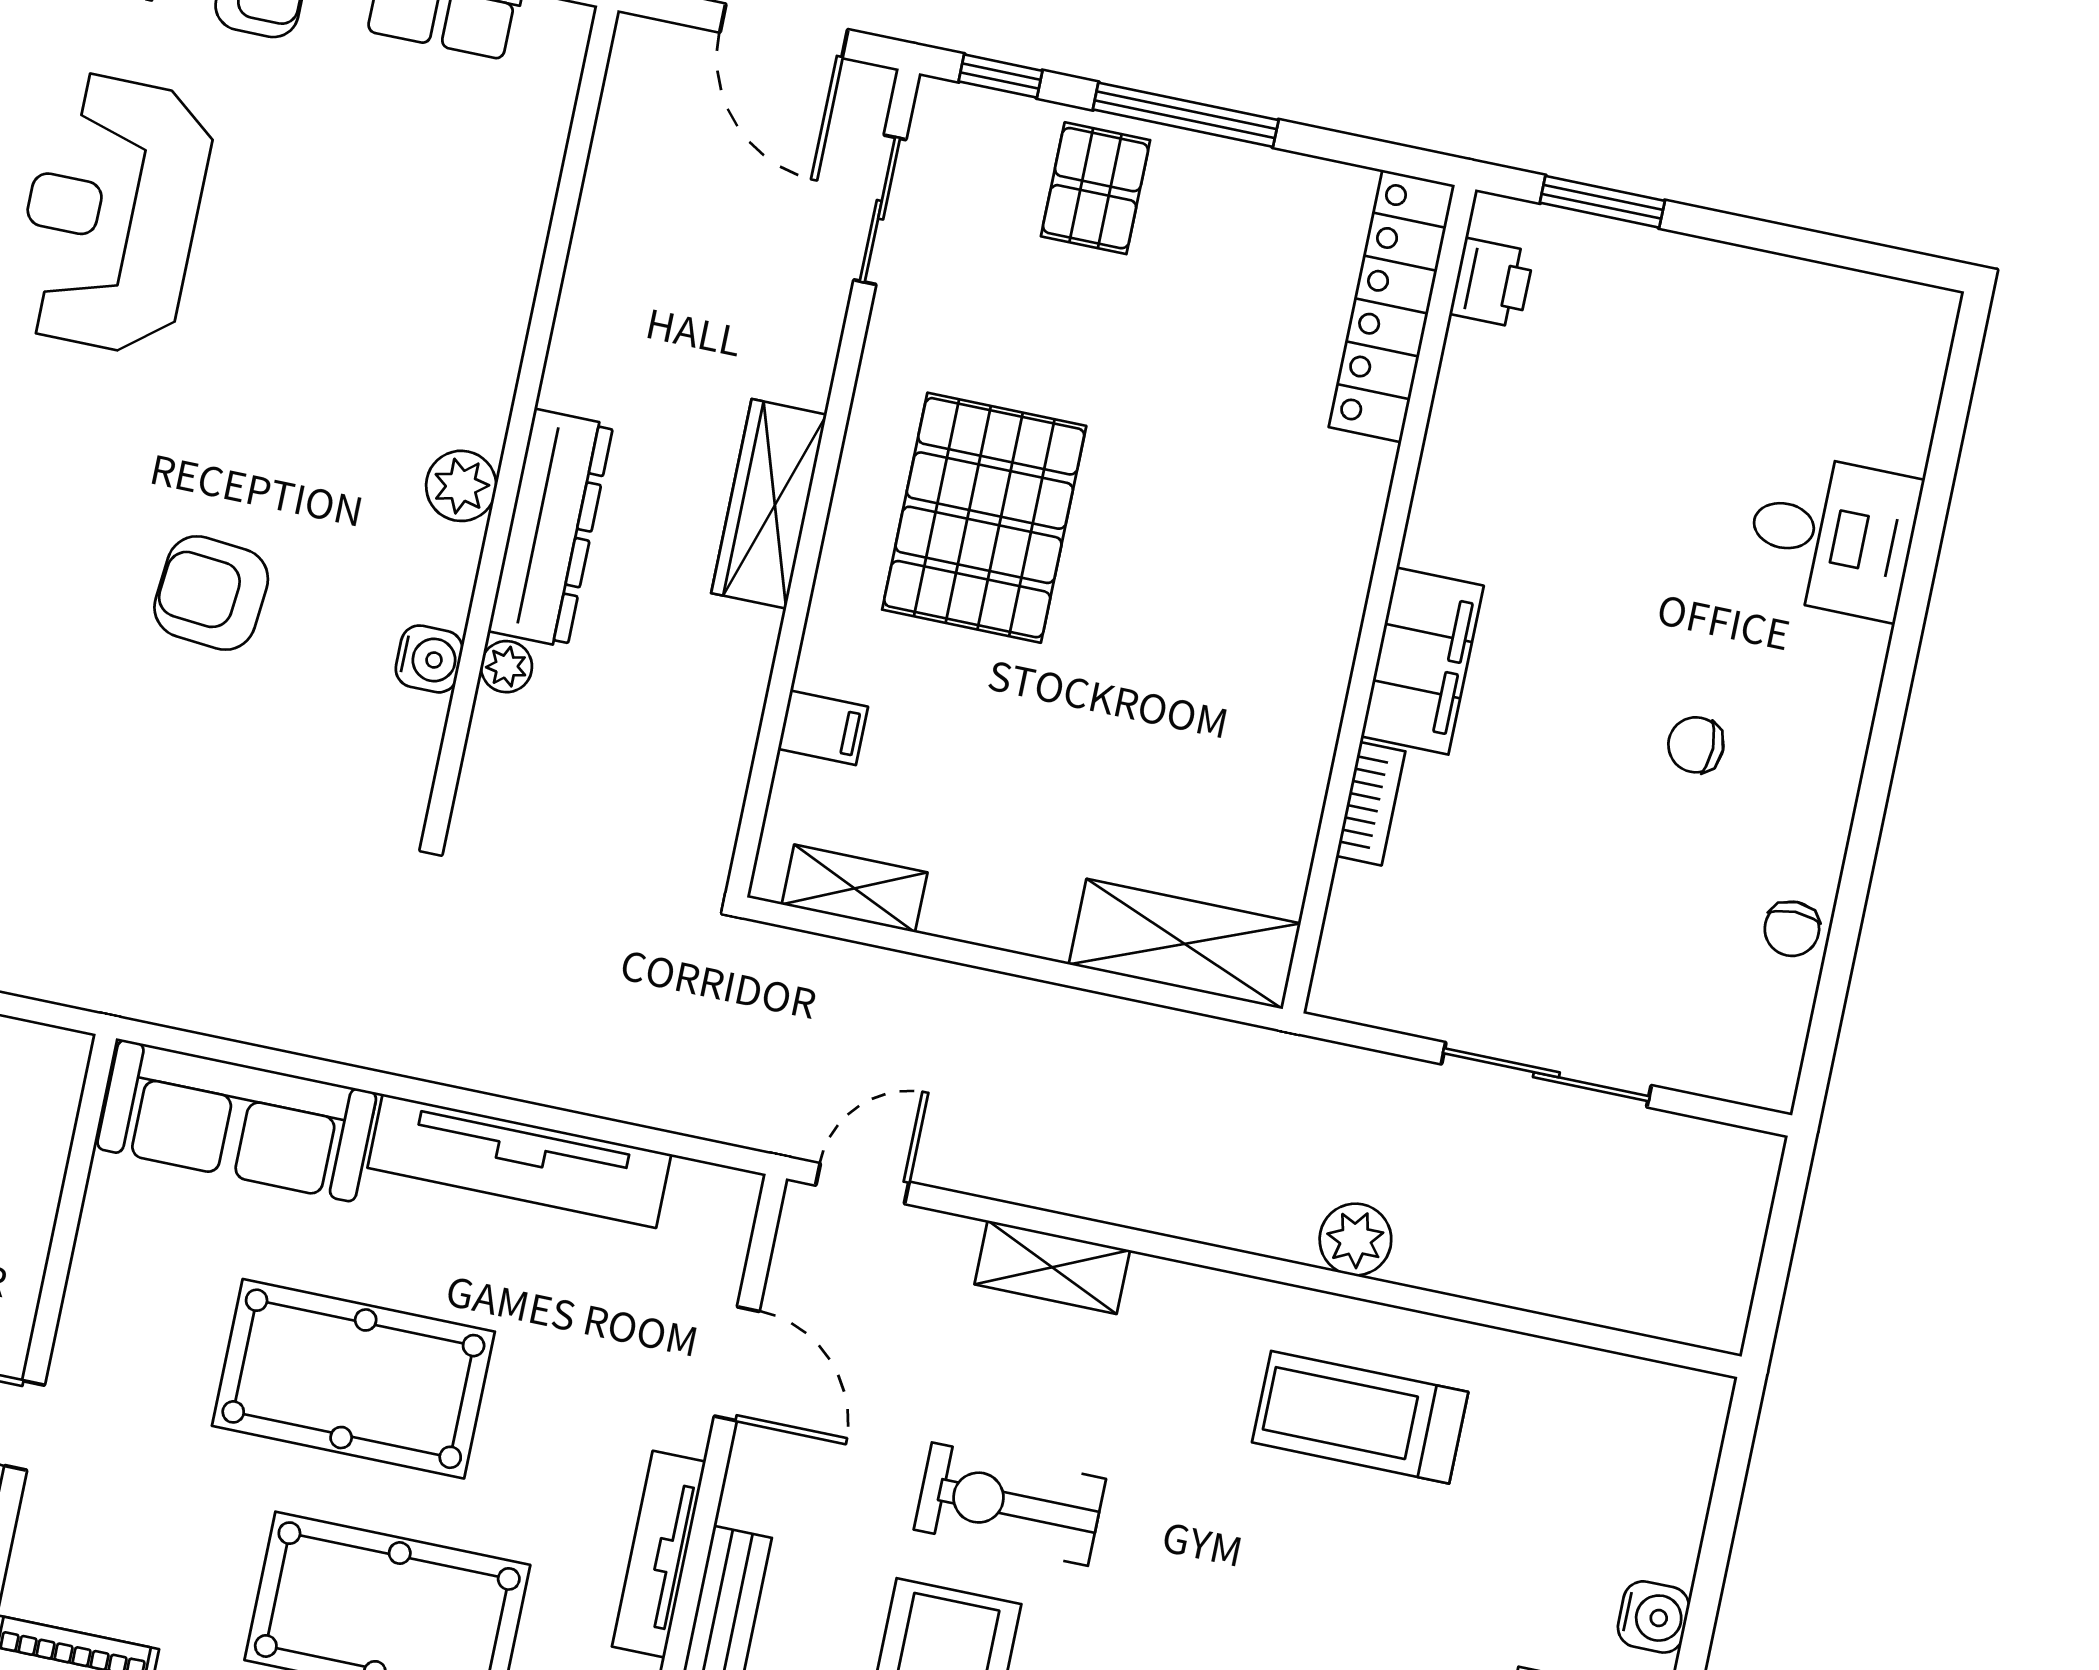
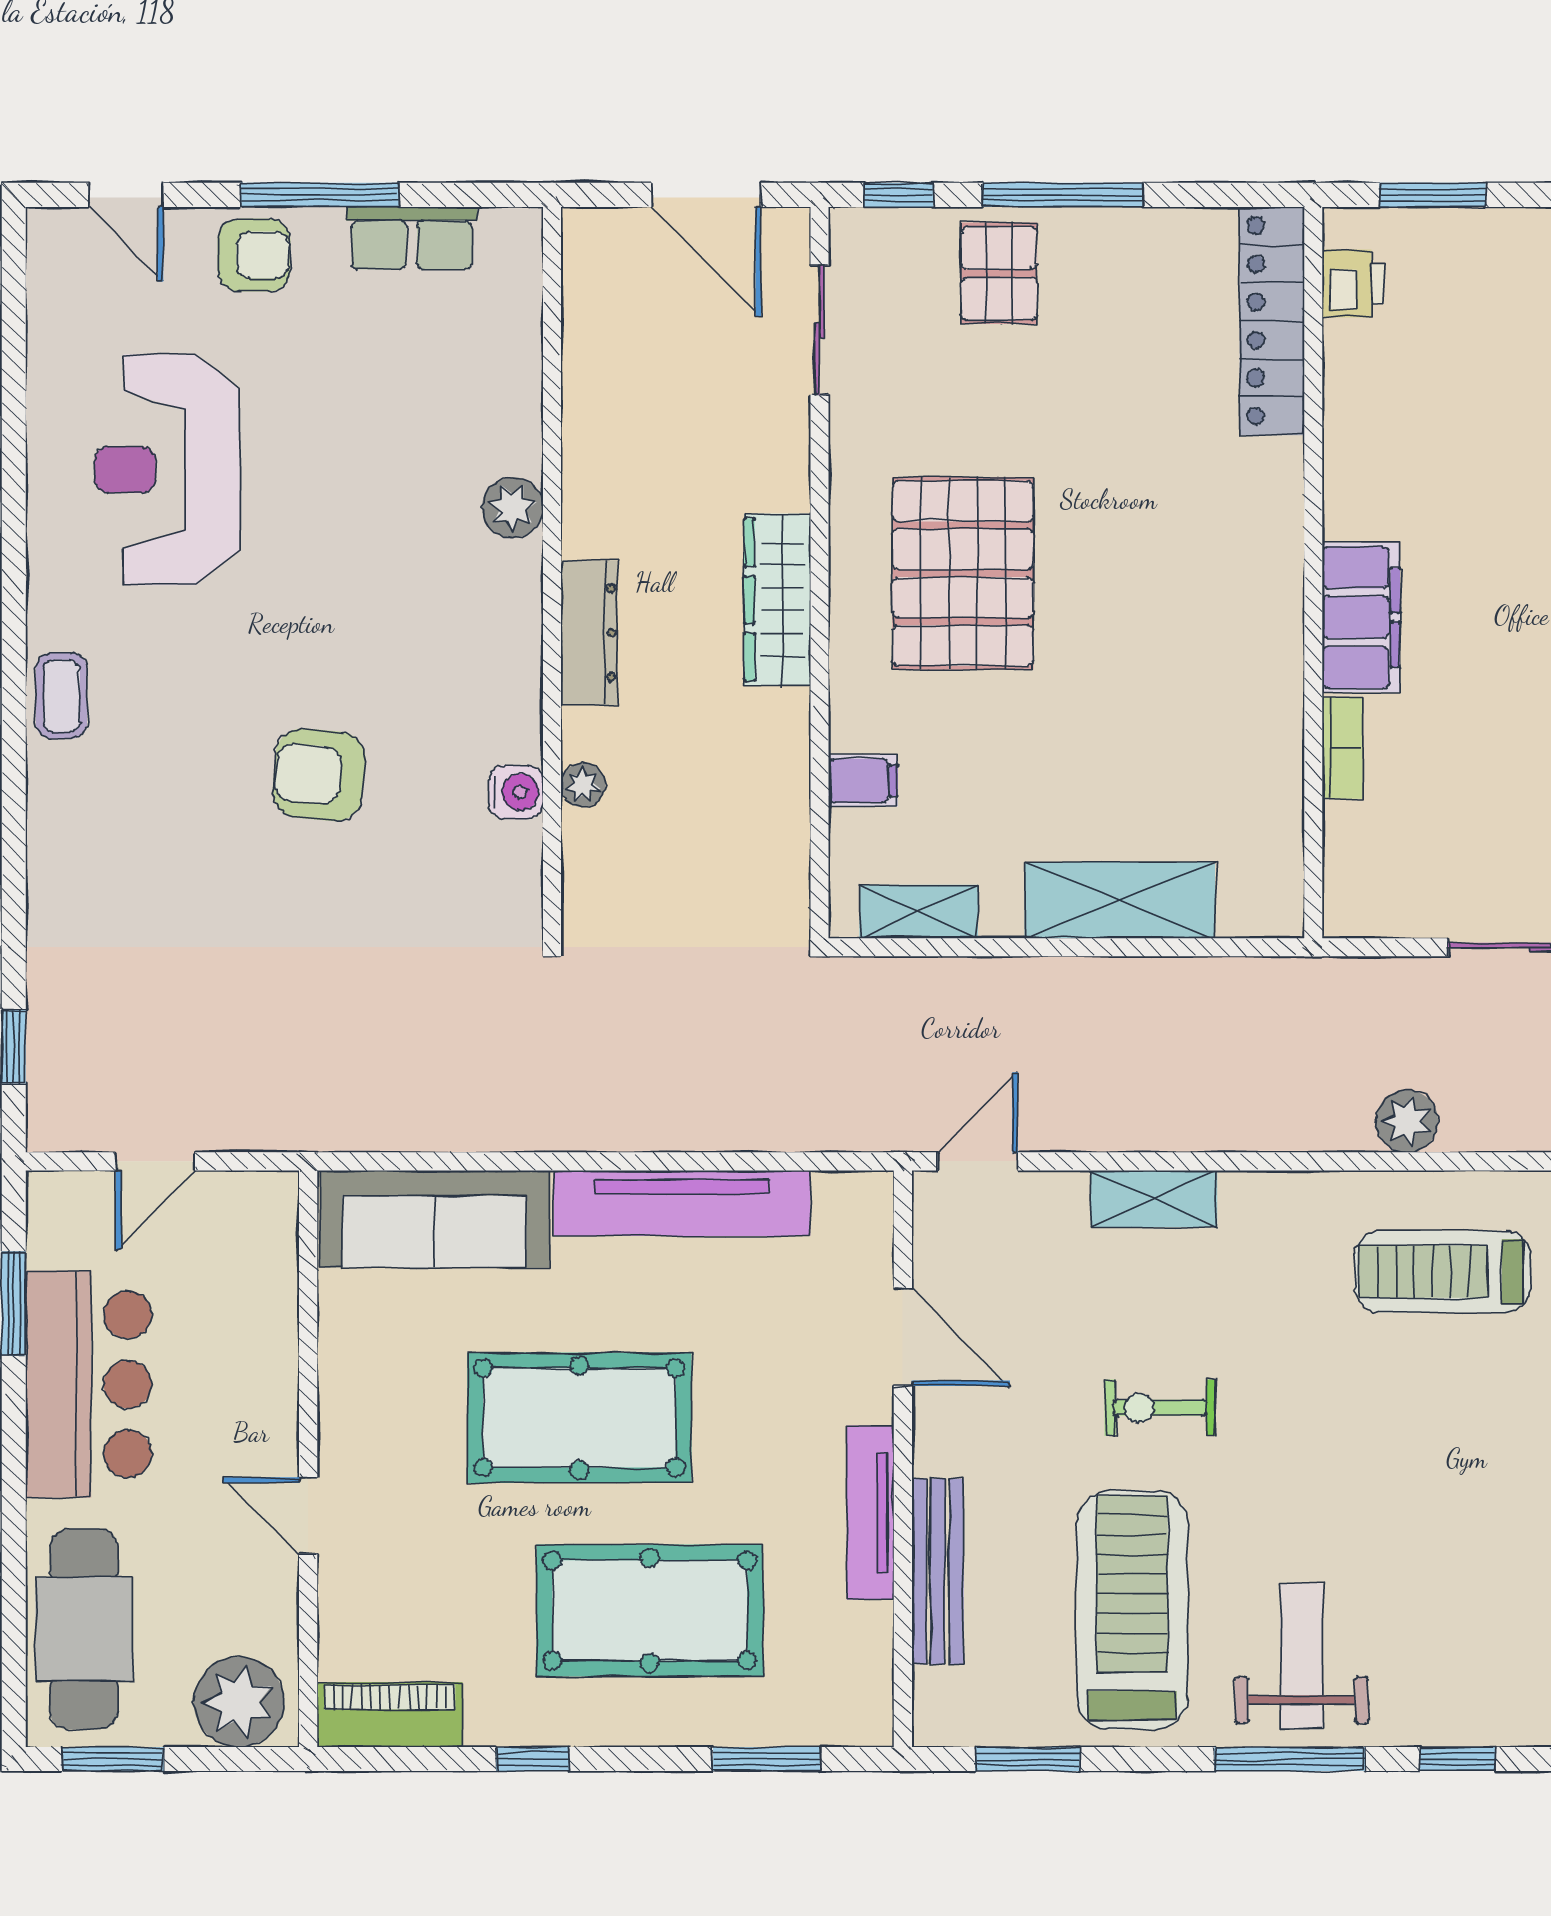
plant: (461, 486) -> (513, 508), moved
dresser: (551, 528) -> (589, 633), width x0.73, depth x0.80
shelving: (1185, 944) -> (1120, 900), moved
exercise bike: (1010, 1504) -> (1160, 1408), width x0.73, depth x0.72

